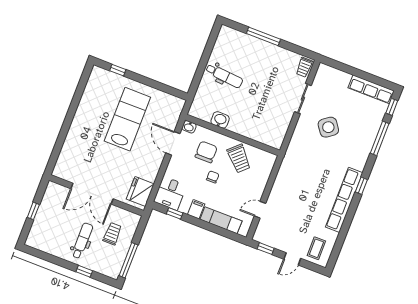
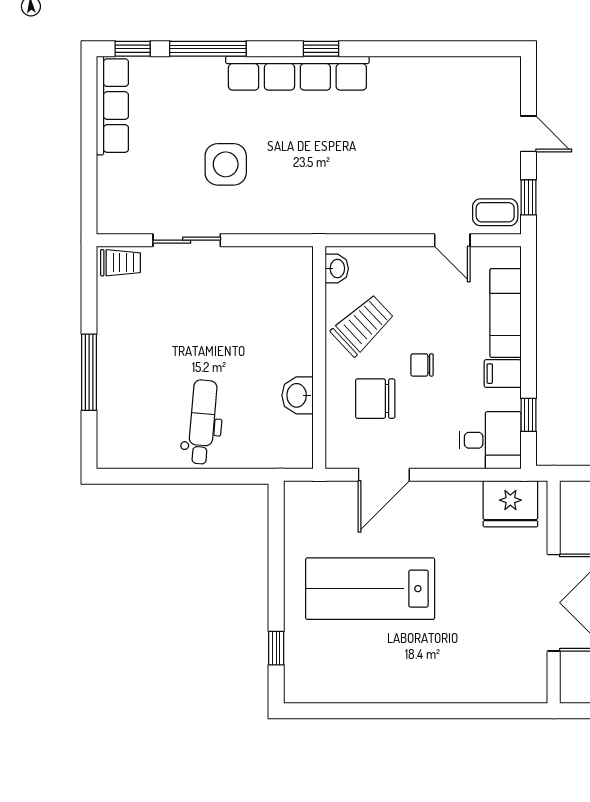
washbasin: (189, 127) -> (337, 269), moved
side table: (328, 127) -> (226, 164), turned 36
row of seats: (344, 200) -> (297, 73), moved
coffee table: (316, 248) -> (495, 212), moved

